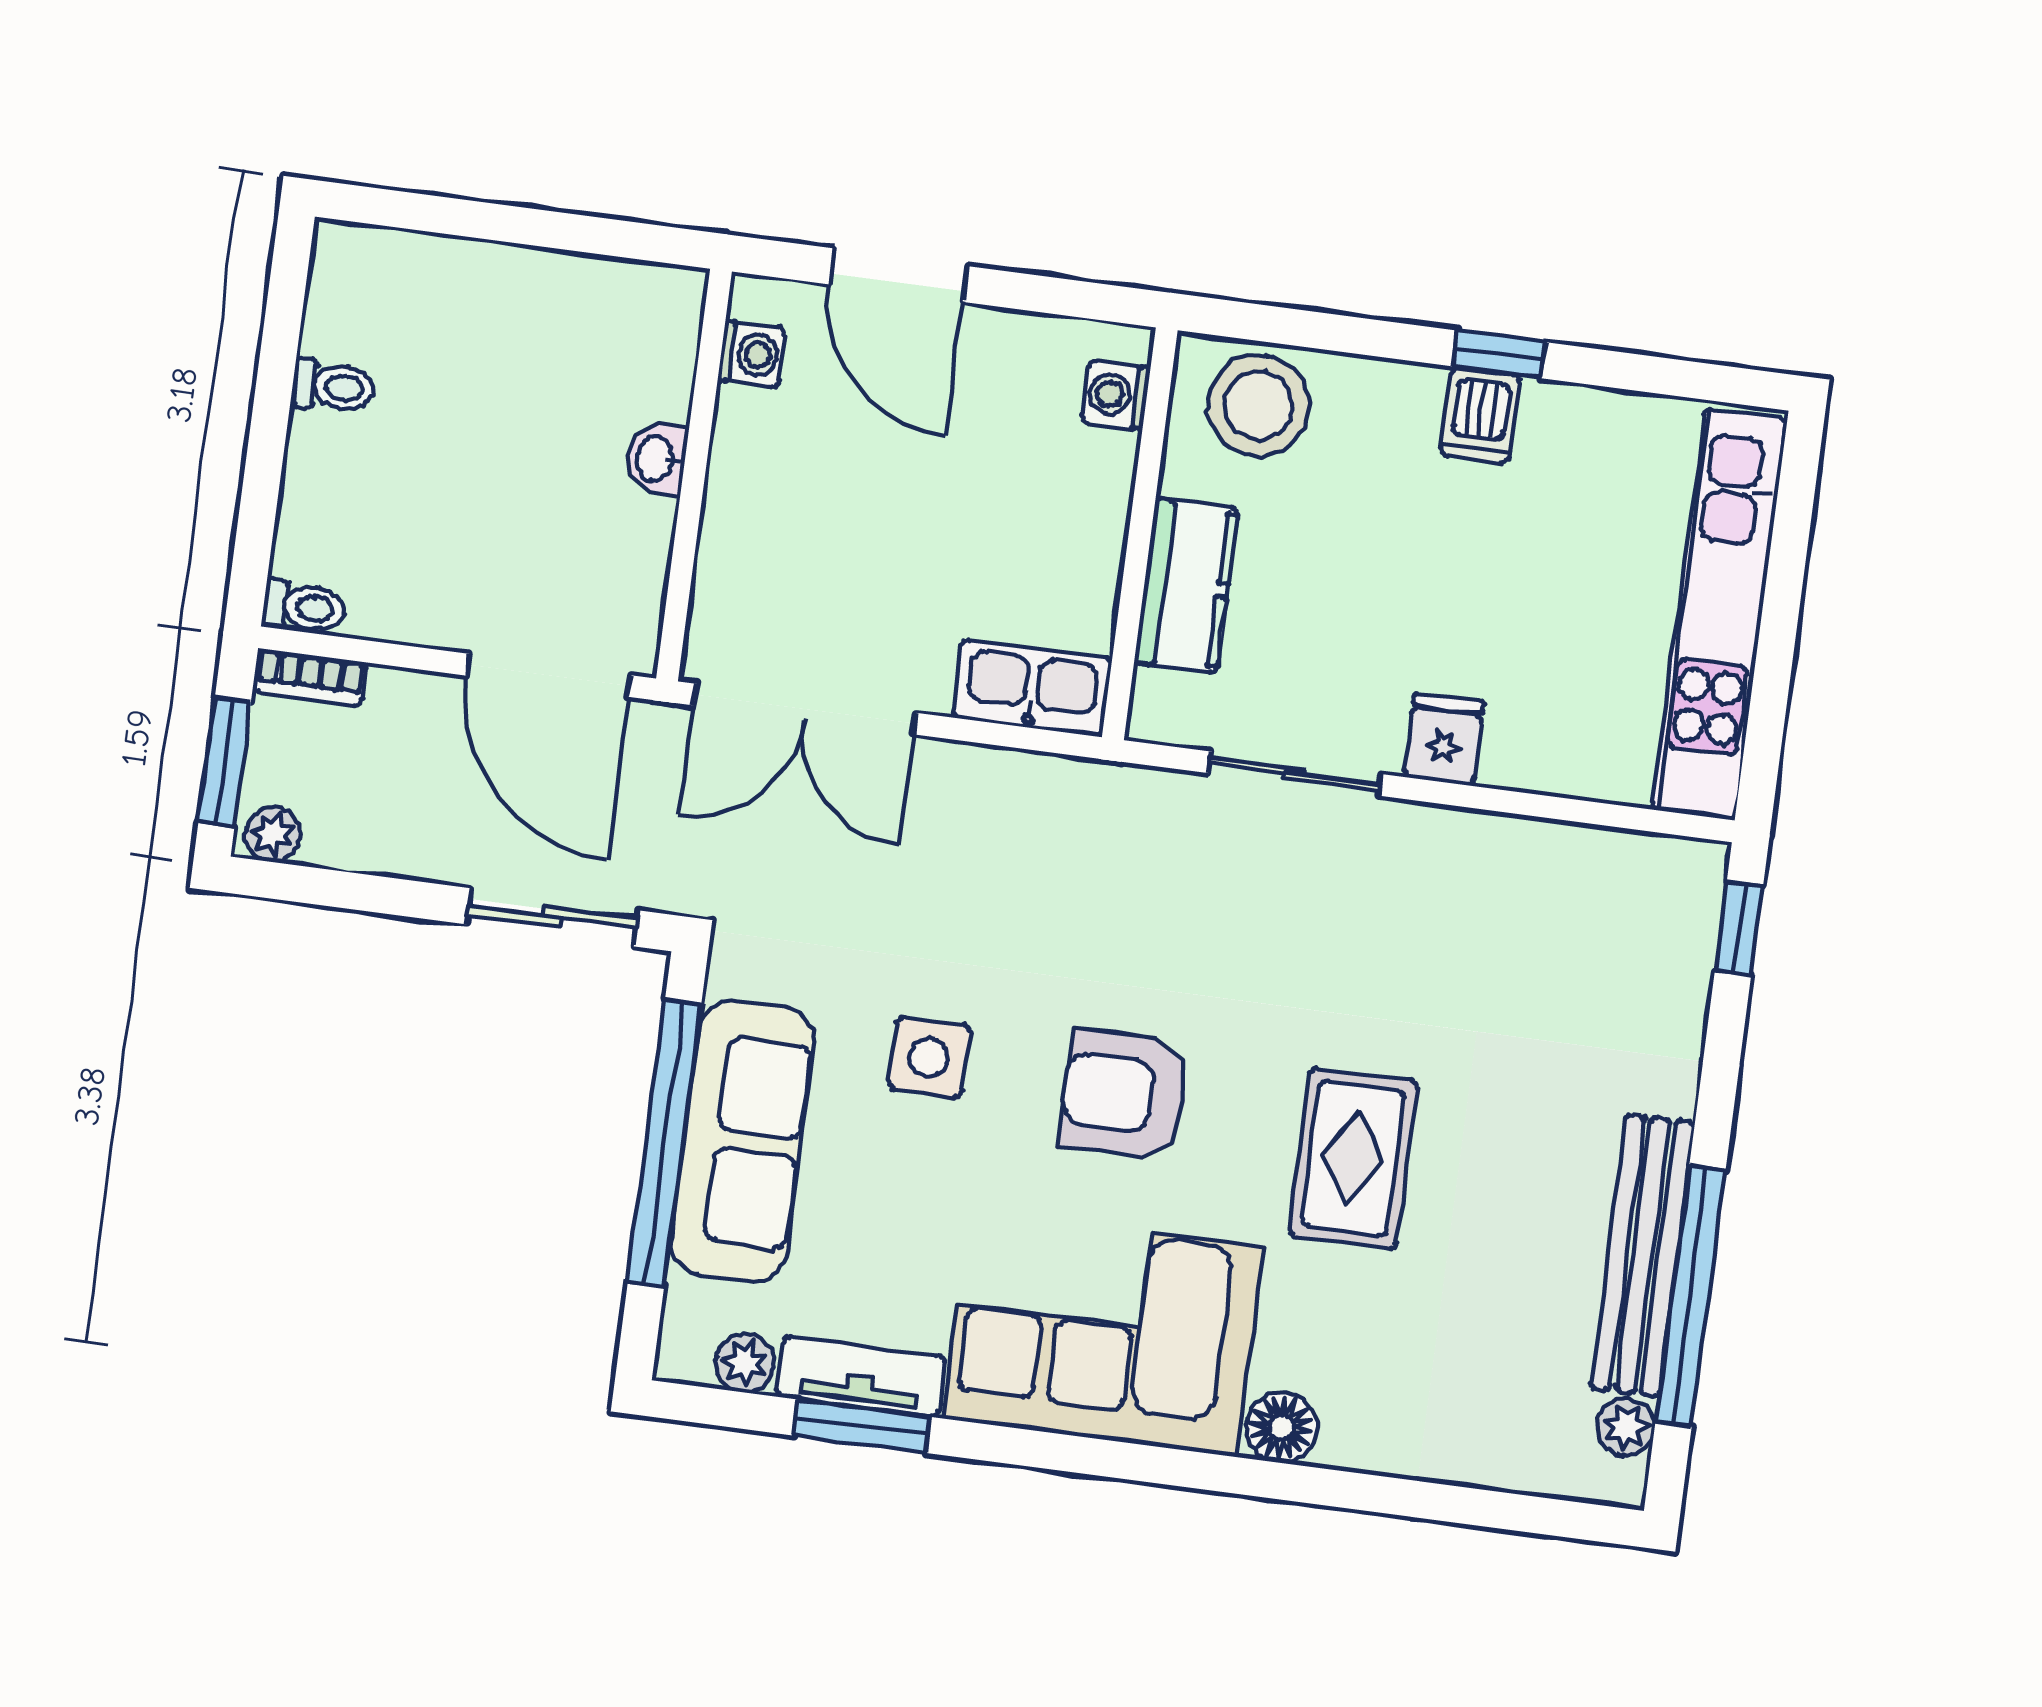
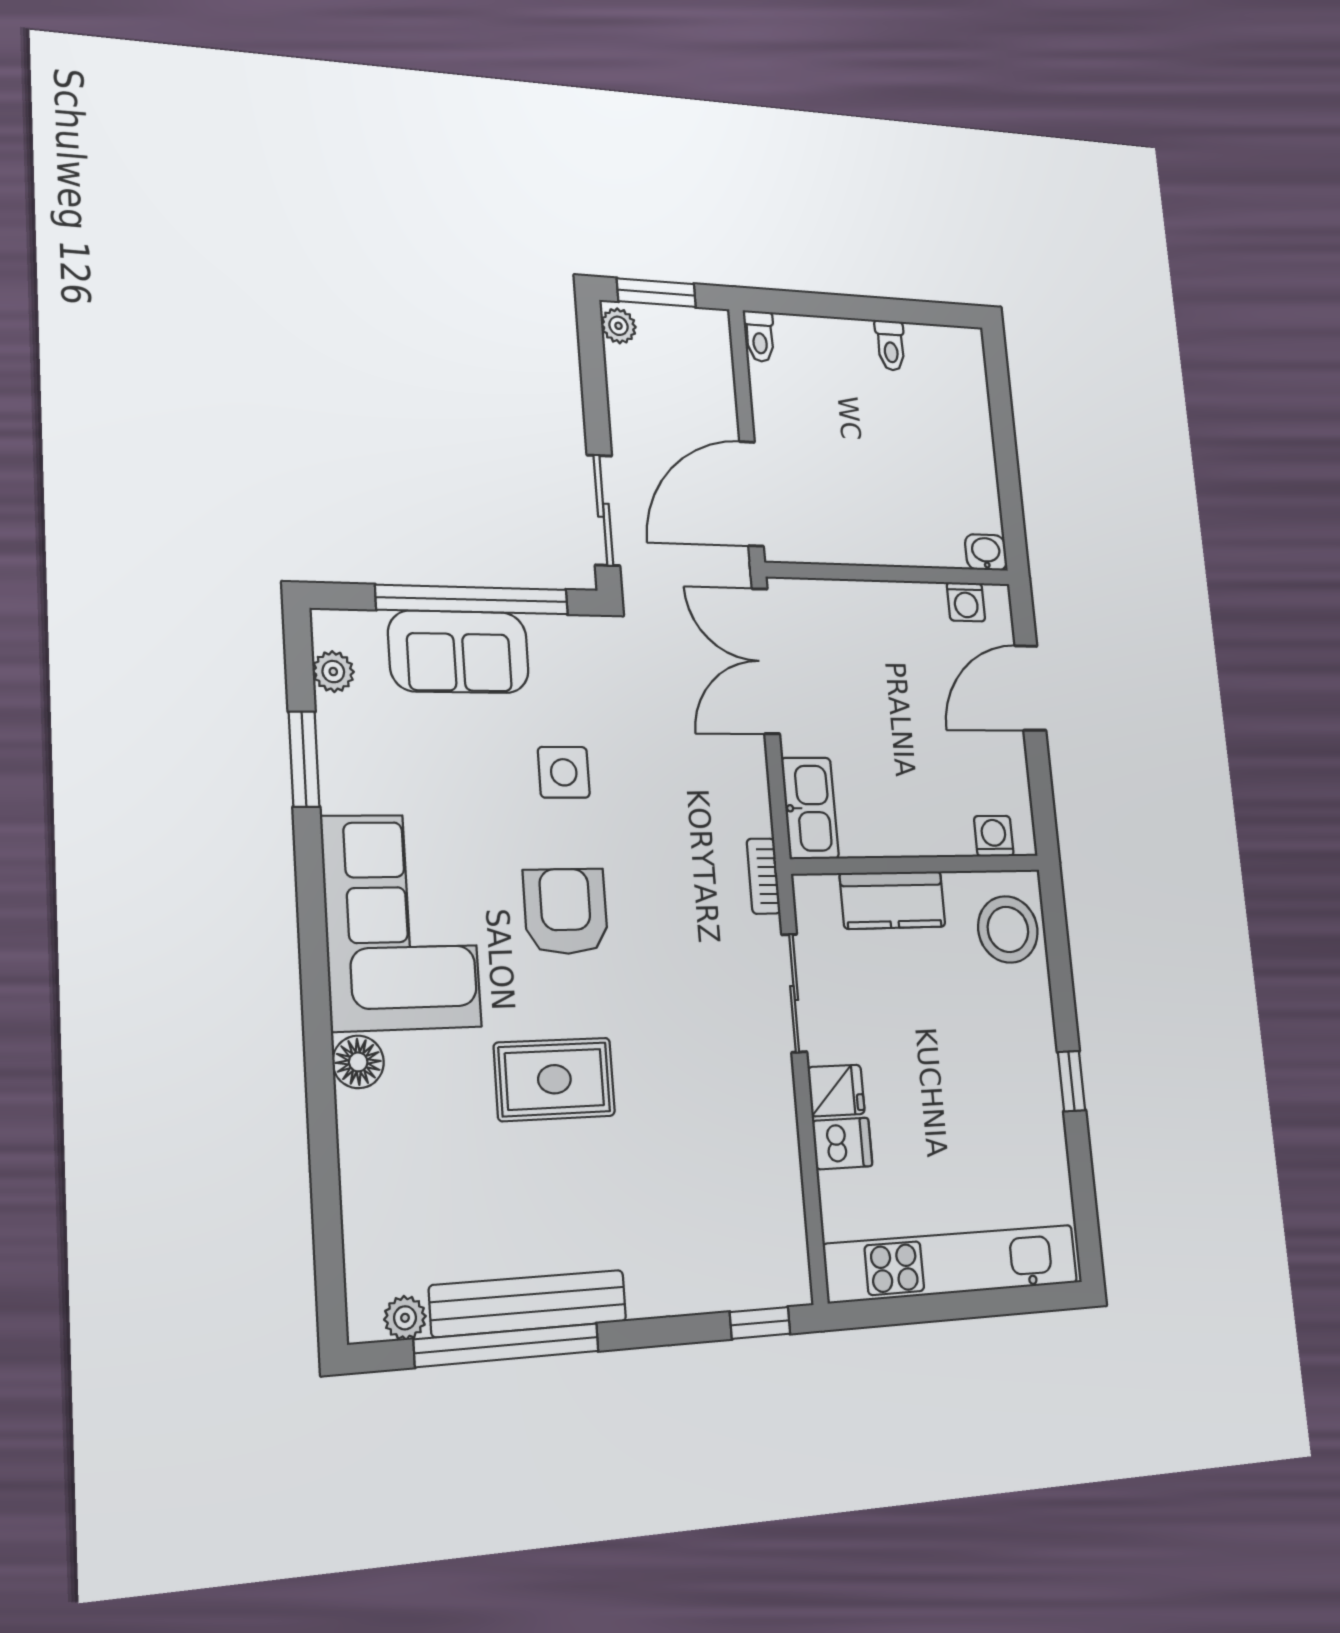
dishwasher: (1480, 415) -> (842, 1143), moved, turned 180
washbasin: (657, 459) -> (986, 552), moved
bookcase: (310, 677) -> (763, 876), moved
sofa: (742, 1141) -> (459, 652), width x0.73
tv unit: (861, 1376) -> (339, 754), removed

